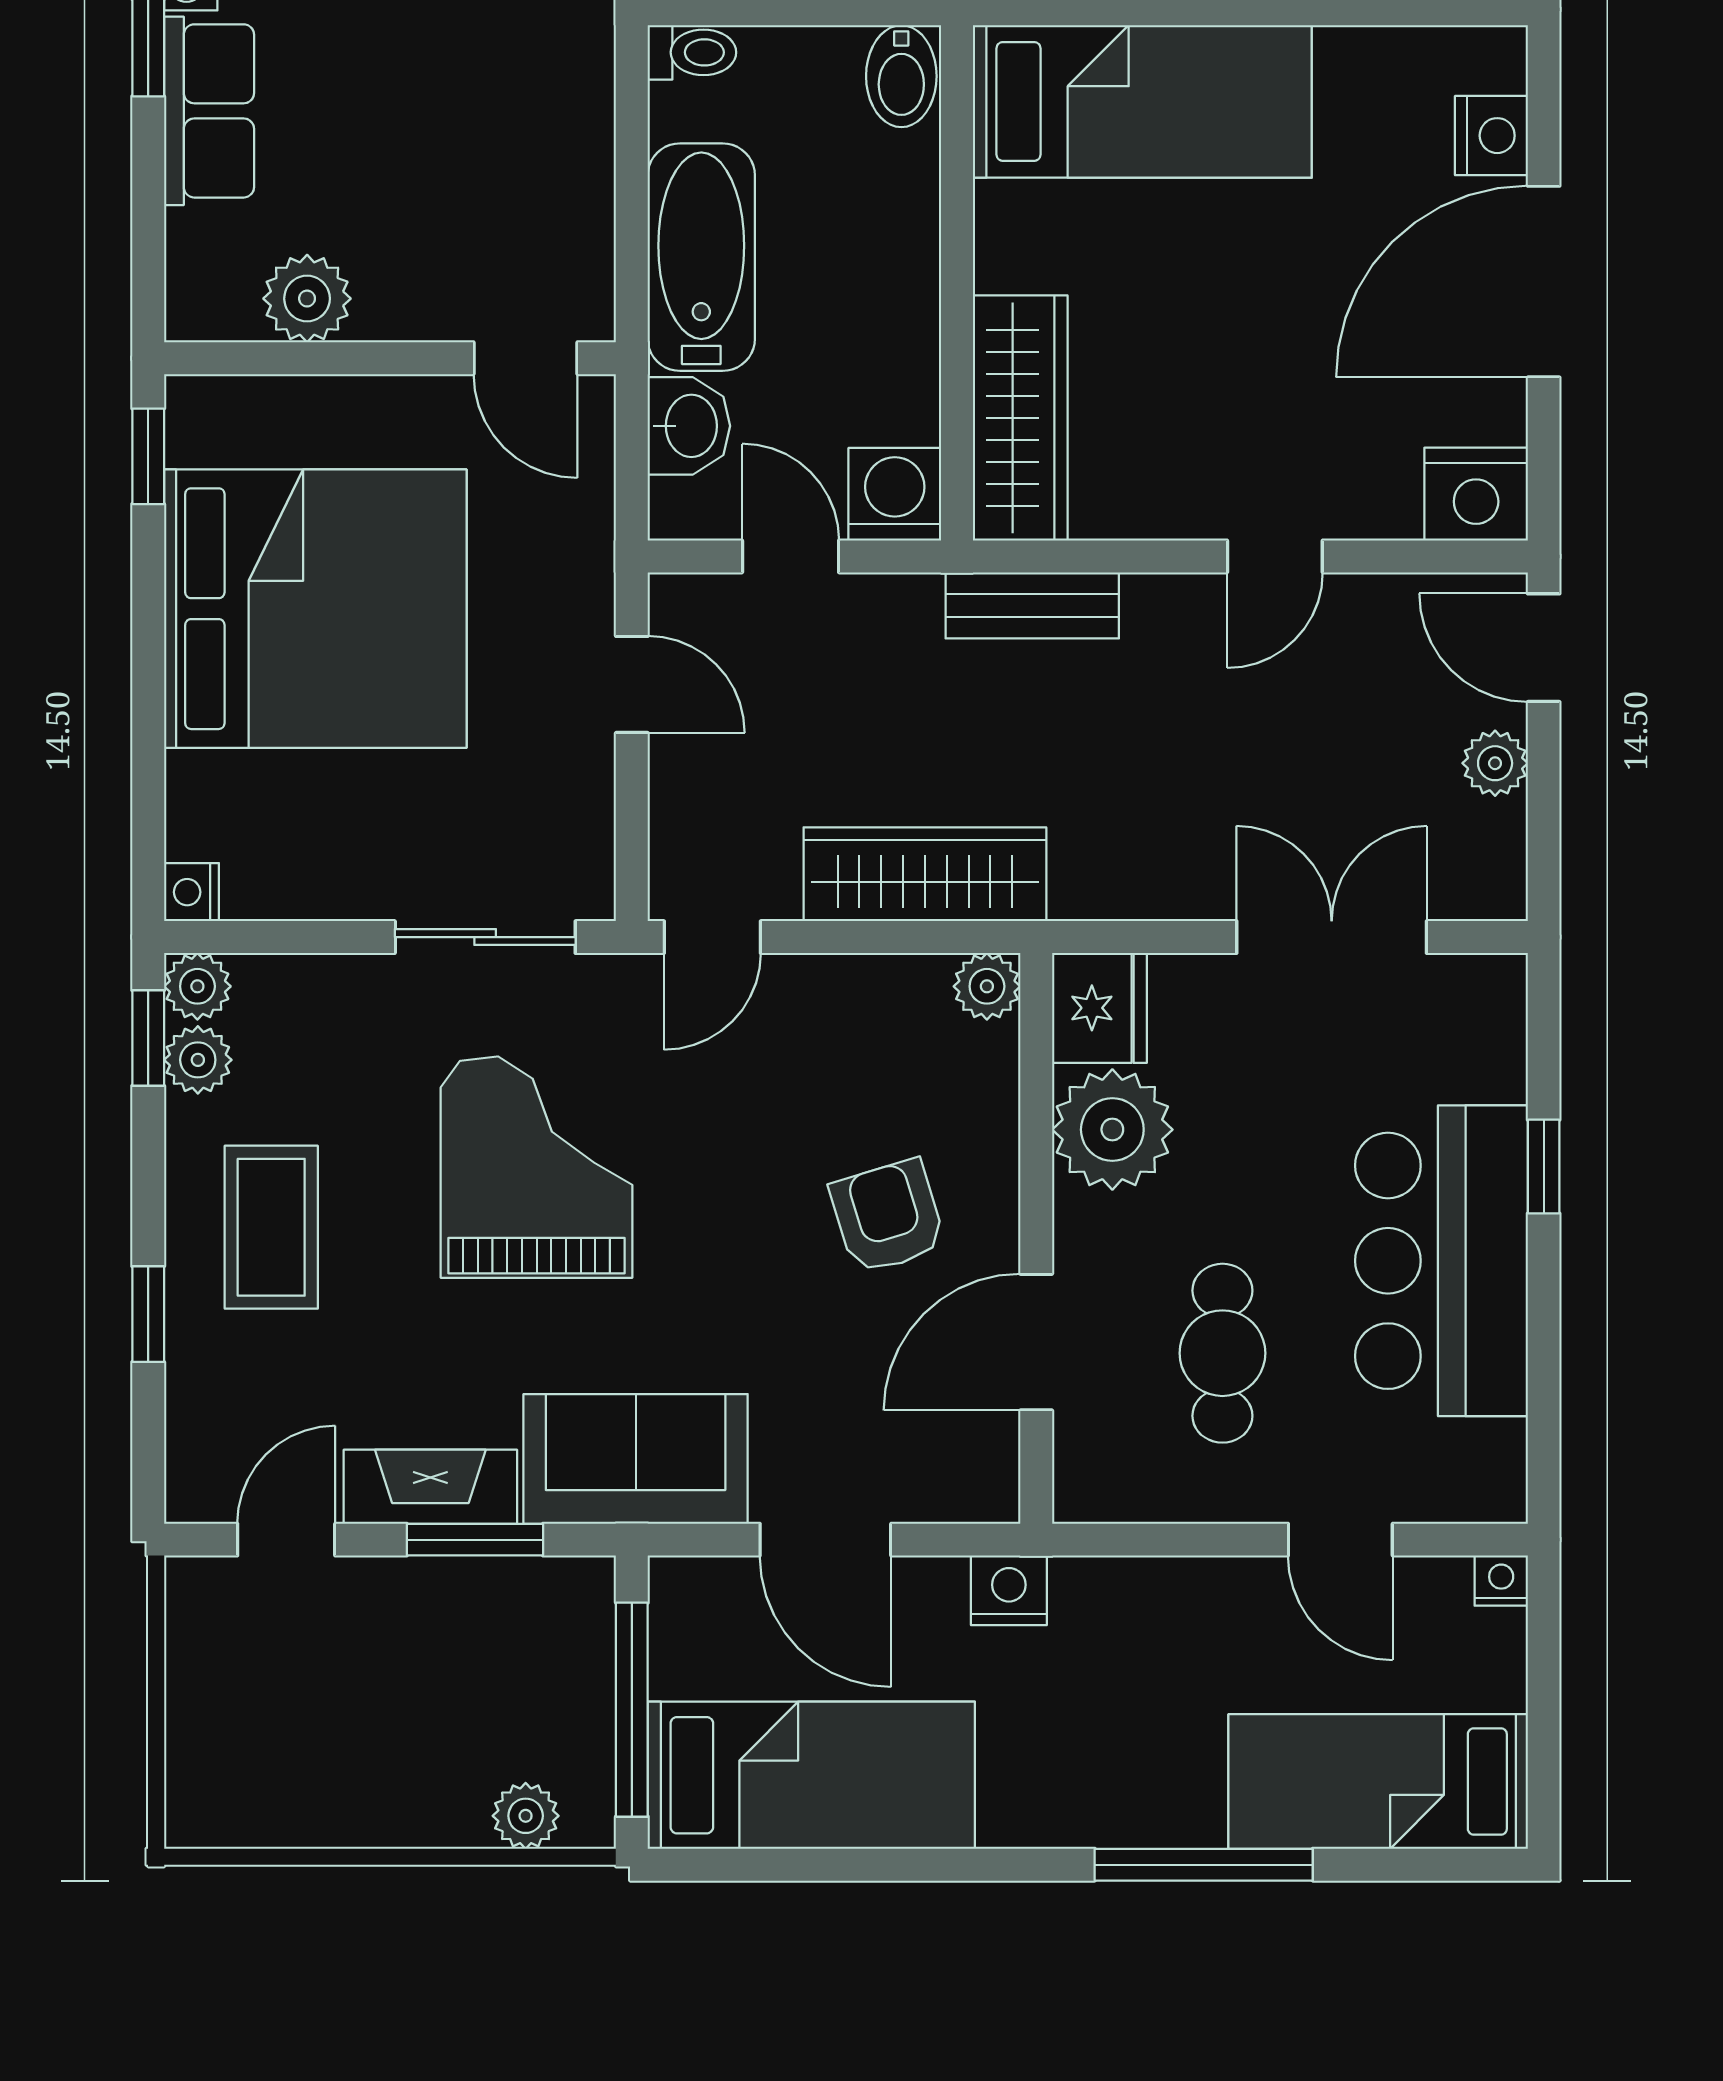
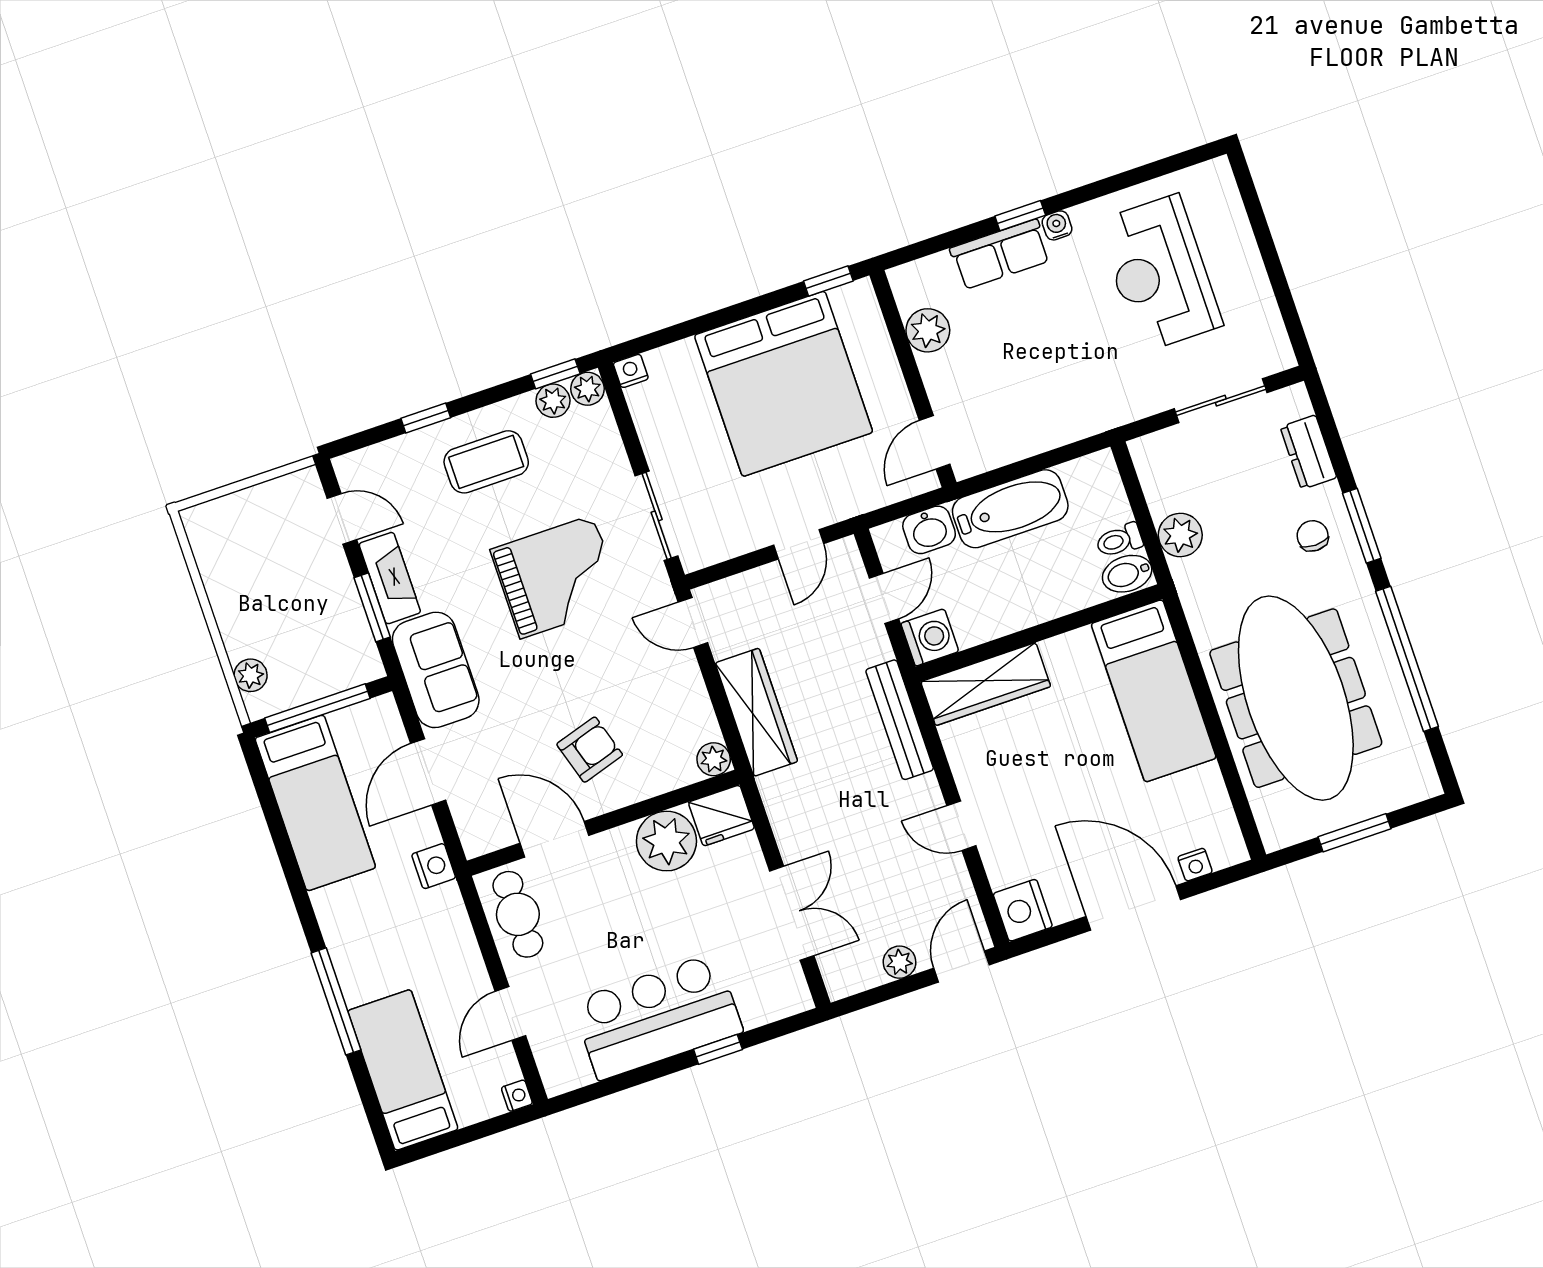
toilet: (692, 52) -> (1119, 540), moved, turned 90
nightstand: (1491, 136) -> (1195, 865), width x0.72, depth x0.74
bench: (1032, 605) -> (900, 720), width x1.36
cafe table: (1222, 1353) -> (518, 914), moved, turned 90

